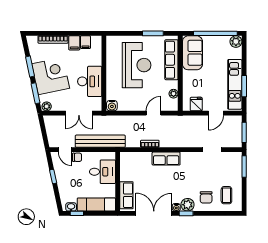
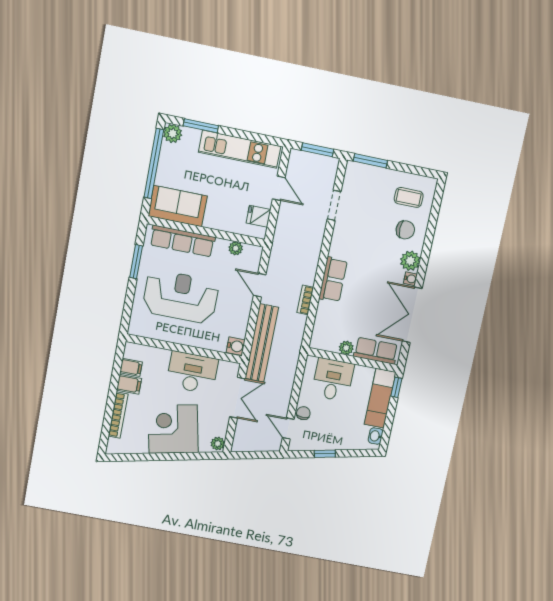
window: (30, 67) -> (153, 457), removed
window: (244, 86) -> (201, 126), moved
window: (36, 93) -> (195, 456), removed
bench: (100, 141) -> (262, 343), moved
door: (65, 150) -> (288, 429), swing flipped
plant: (125, 176) -> (346, 348), added
window: (77, 213) -> (396, 387), moved
window: (186, 213) -> (423, 266), removed

